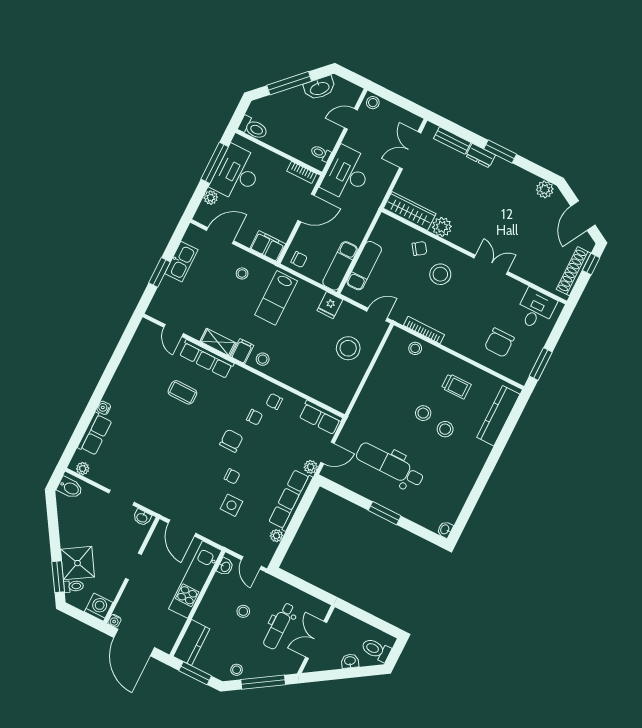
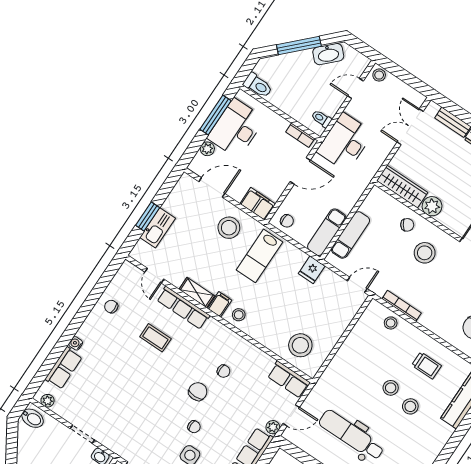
kitchen sink: (181, 262) -> (158, 228), moved
stool: (242, 273) -> (229, 228), width x1.89, depth x1.89
stool: (348, 348) -> (300, 345), moved
chair: (274, 401) -> (111, 307), moved

